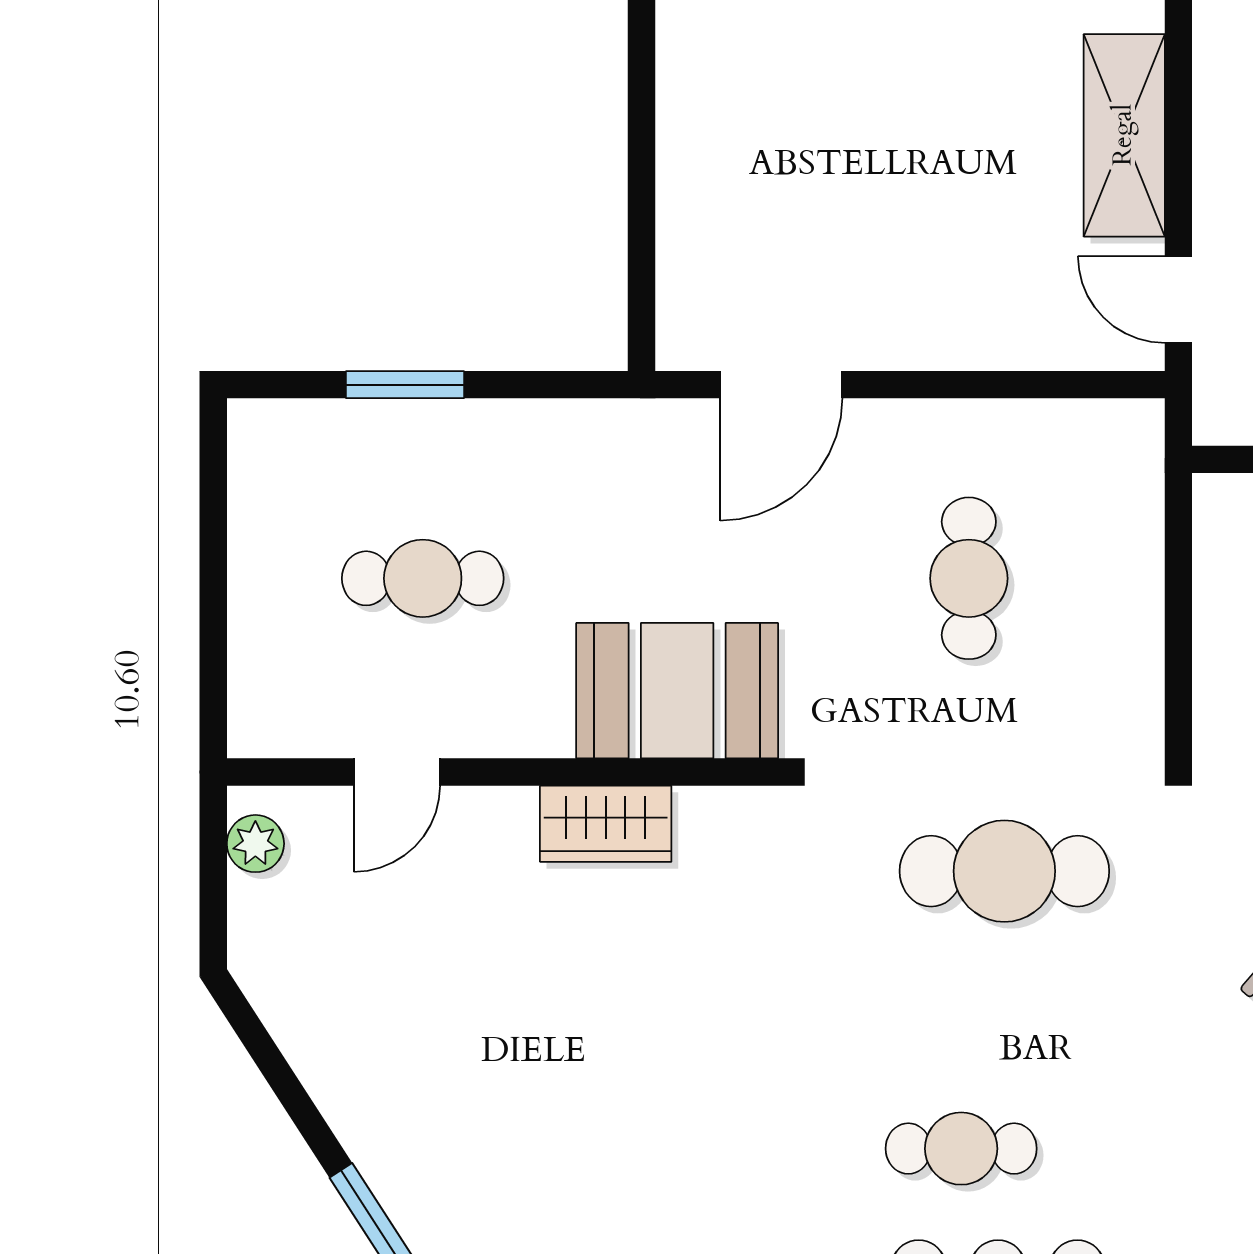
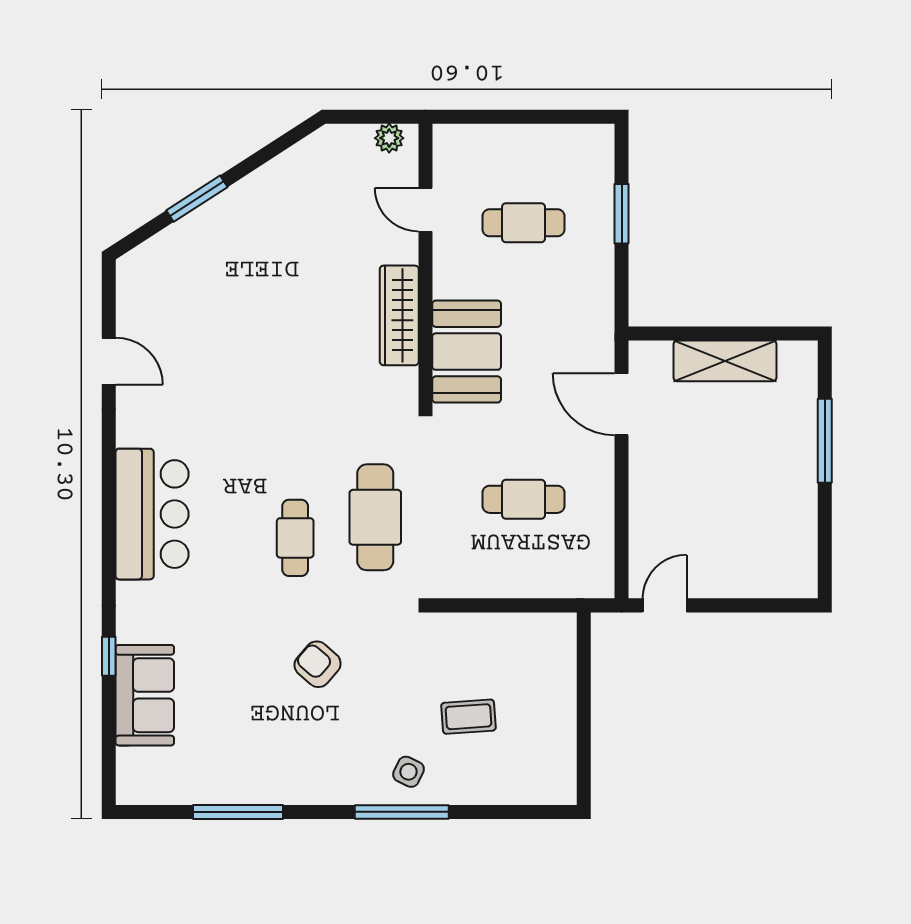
shelving: (1124, 135) -> (725, 361), moved
cafe table: (423, 578) -> (524, 223), turned 90
wardrobe: (606, 824) -> (399, 315), width x1.50
cafe table: (961, 1149) -> (295, 538), moved

